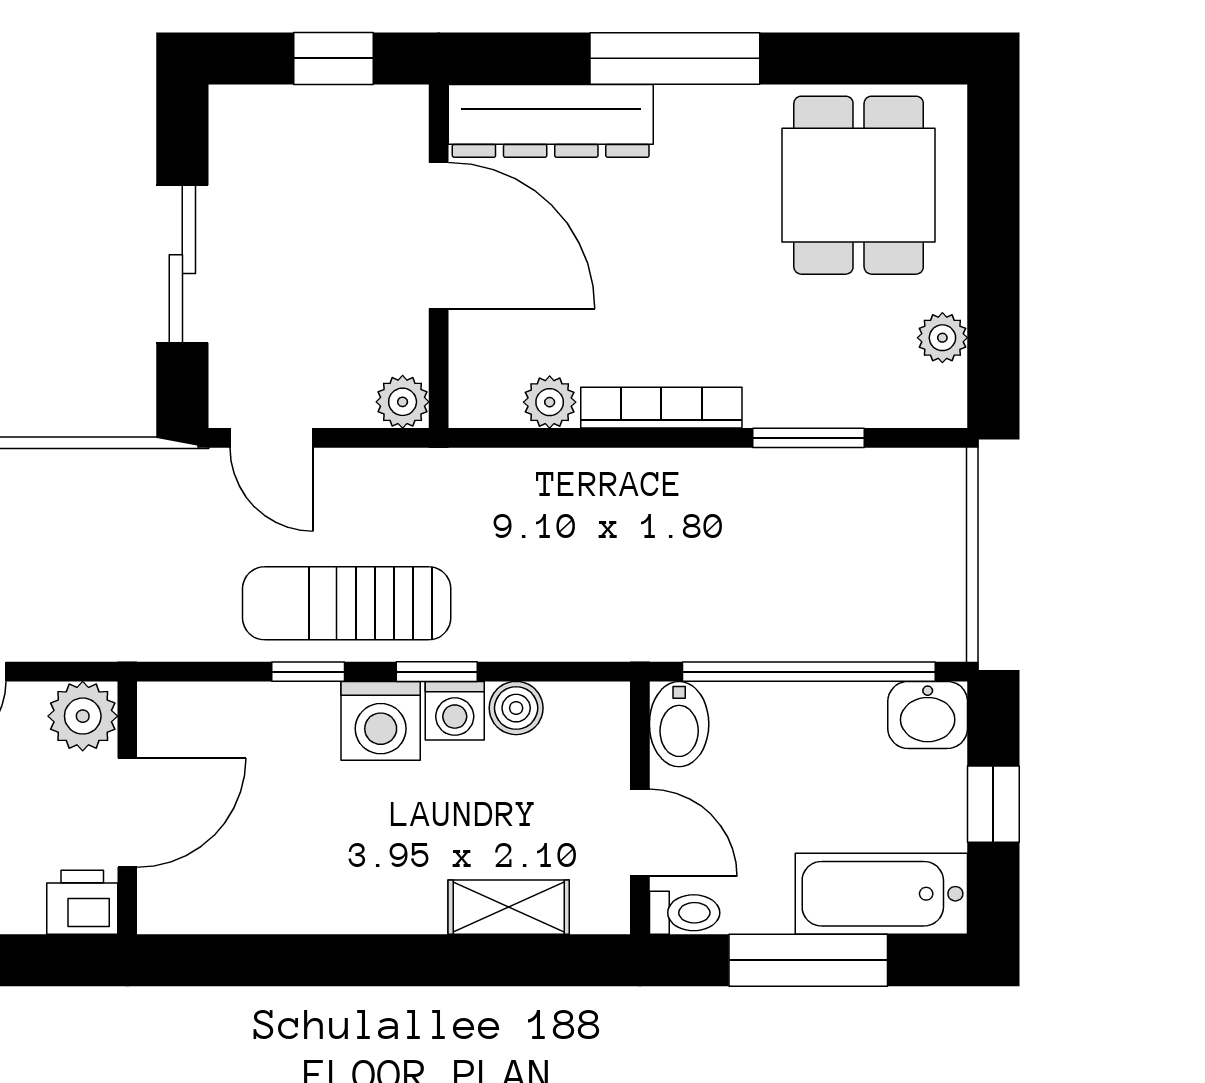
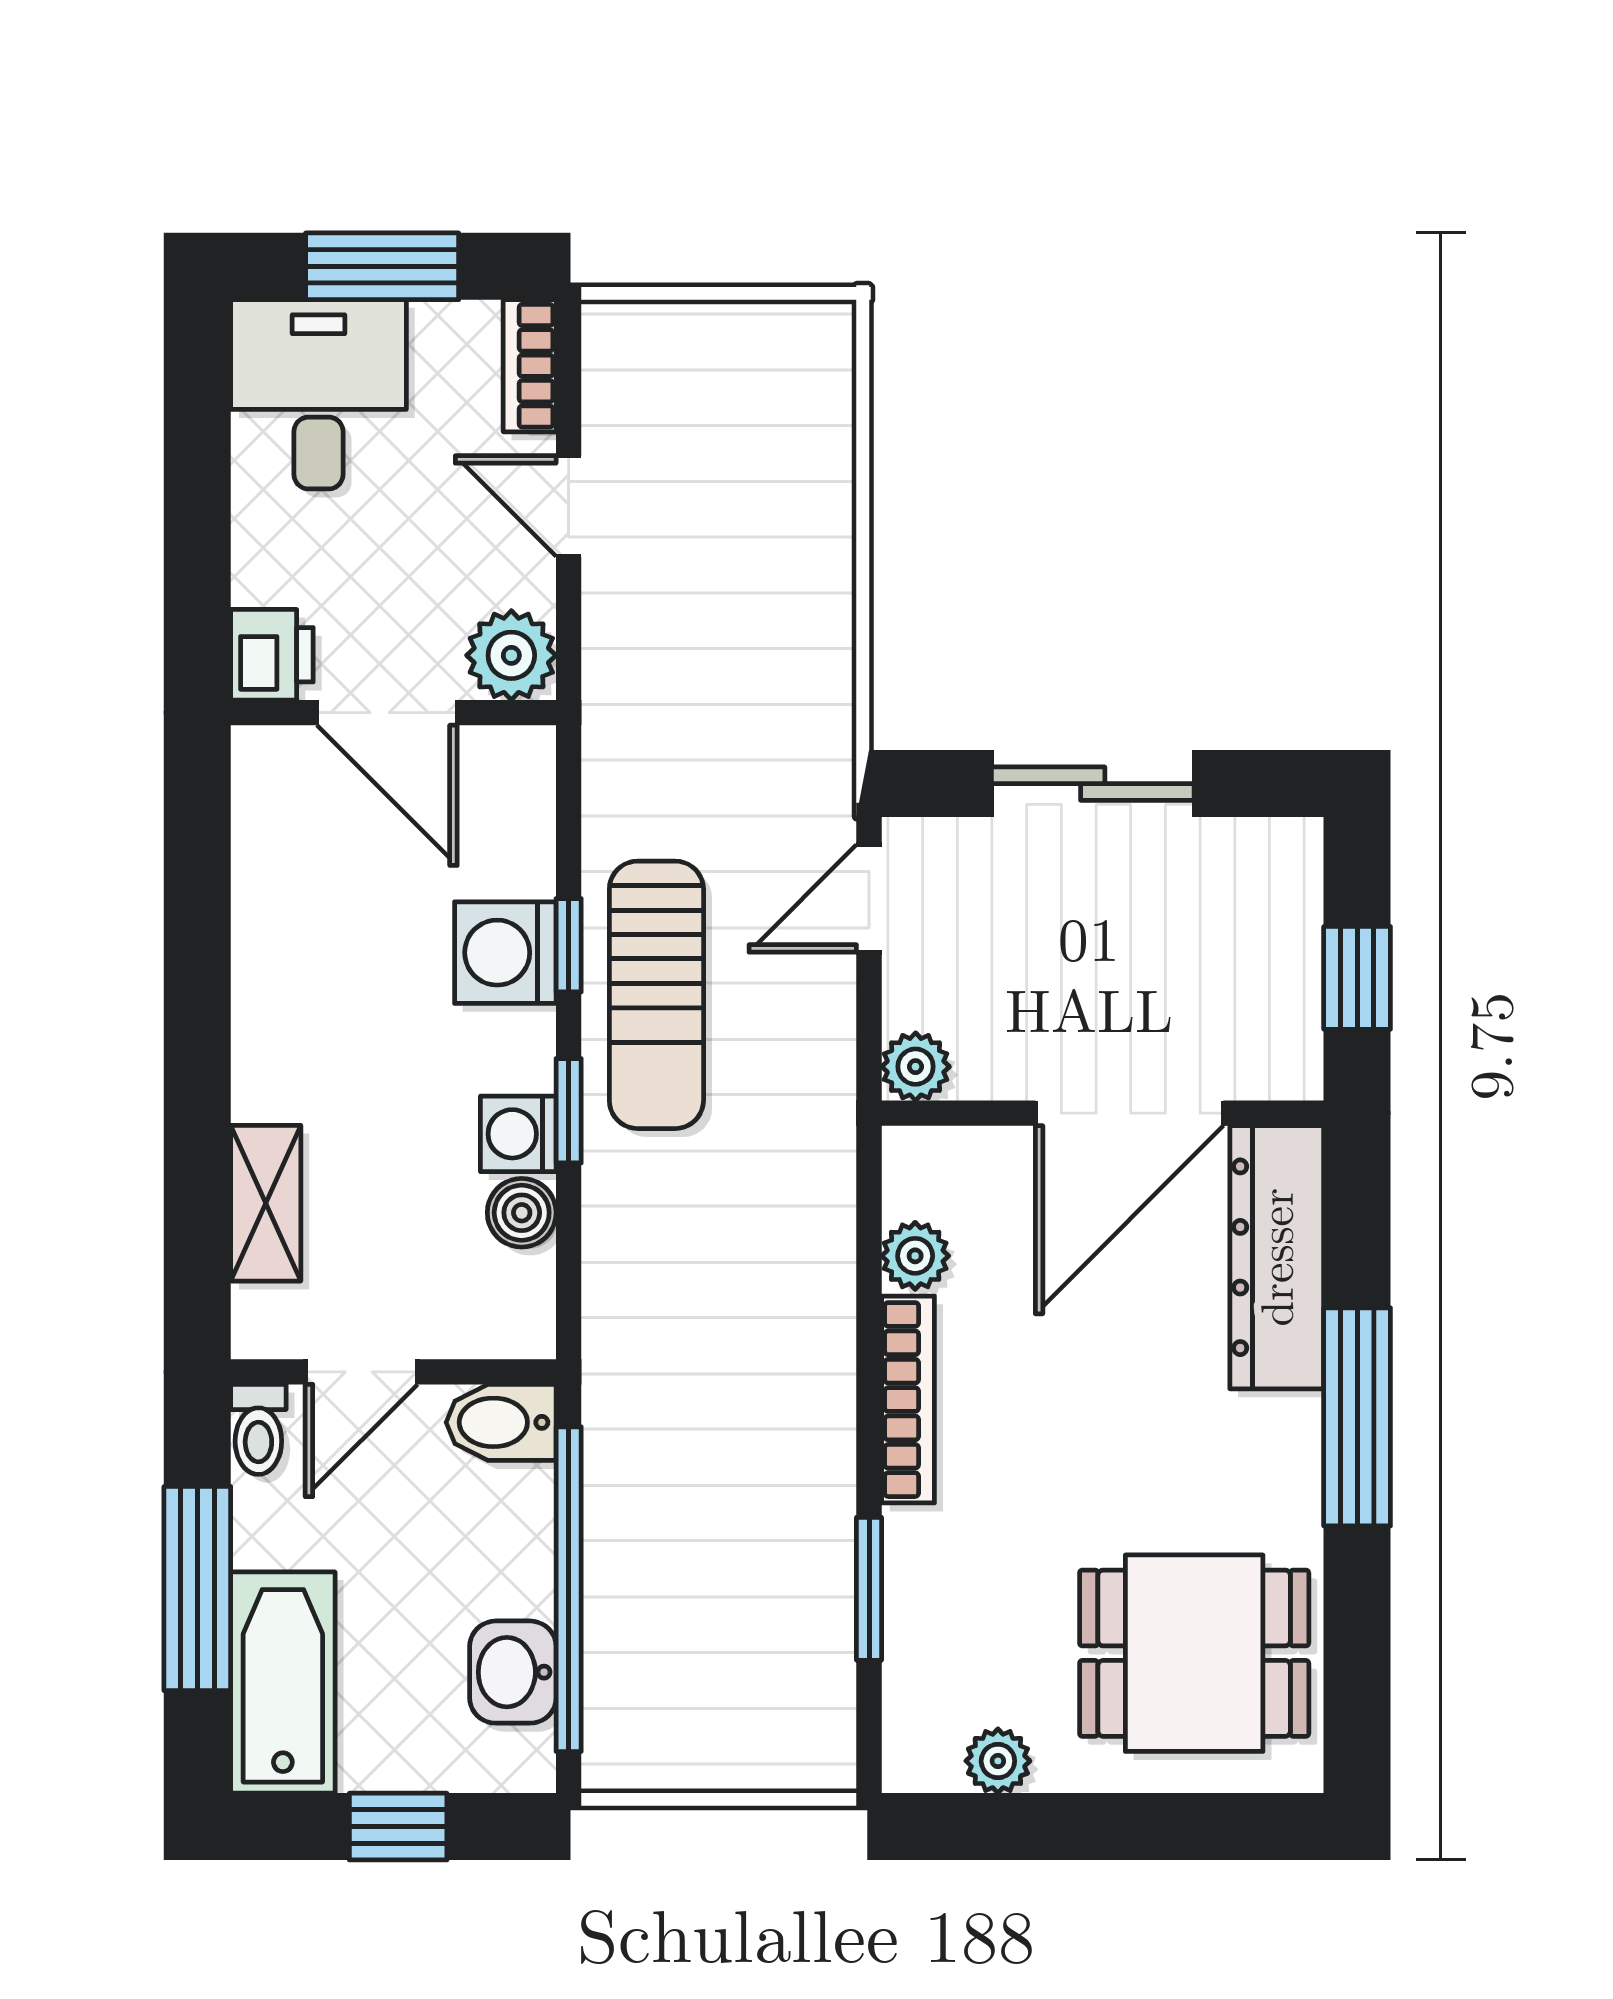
sun lounger: (347, 603) -> (656, 995), turned 180
washbasin: (928, 715) -> (513, 1672), moved
washing machine: (381, 721) -> (505, 953), moved

